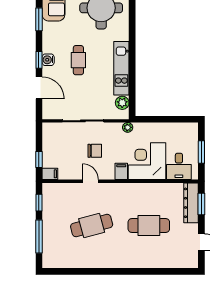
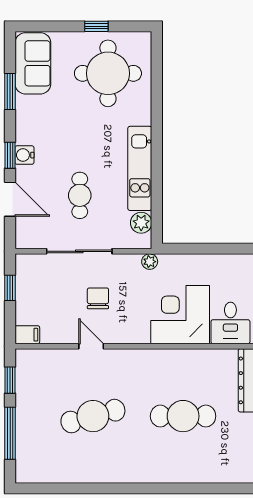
cafe table: (78, 60) -> (80, 195), moved
chair: (95, 151) -> (98, 298), turned -90
window: (39, 159) -> (10, 288), moved
filing cabinet: (121, 171) -> (140, 331), removed

